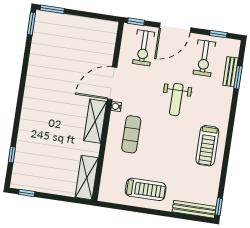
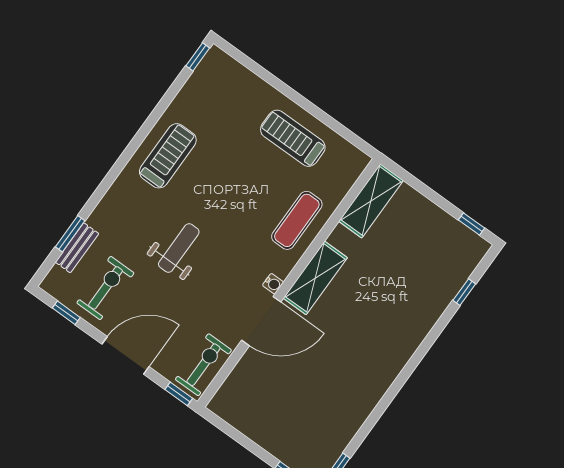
exercise bike: (144, 48) -> (203, 365), moved
exercise mat: (131, 134) -> (297, 220), moved
bench: (194, 209) -> (236, 72), removed

